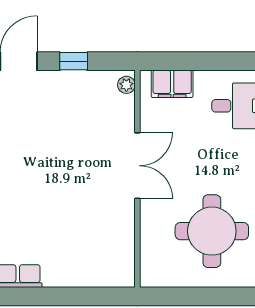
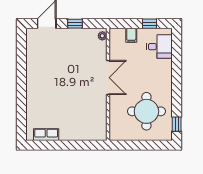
window: (218, 61) -> (149, 24), added
filing cabinet: (172, 84) -> (131, 35), width x0.50

